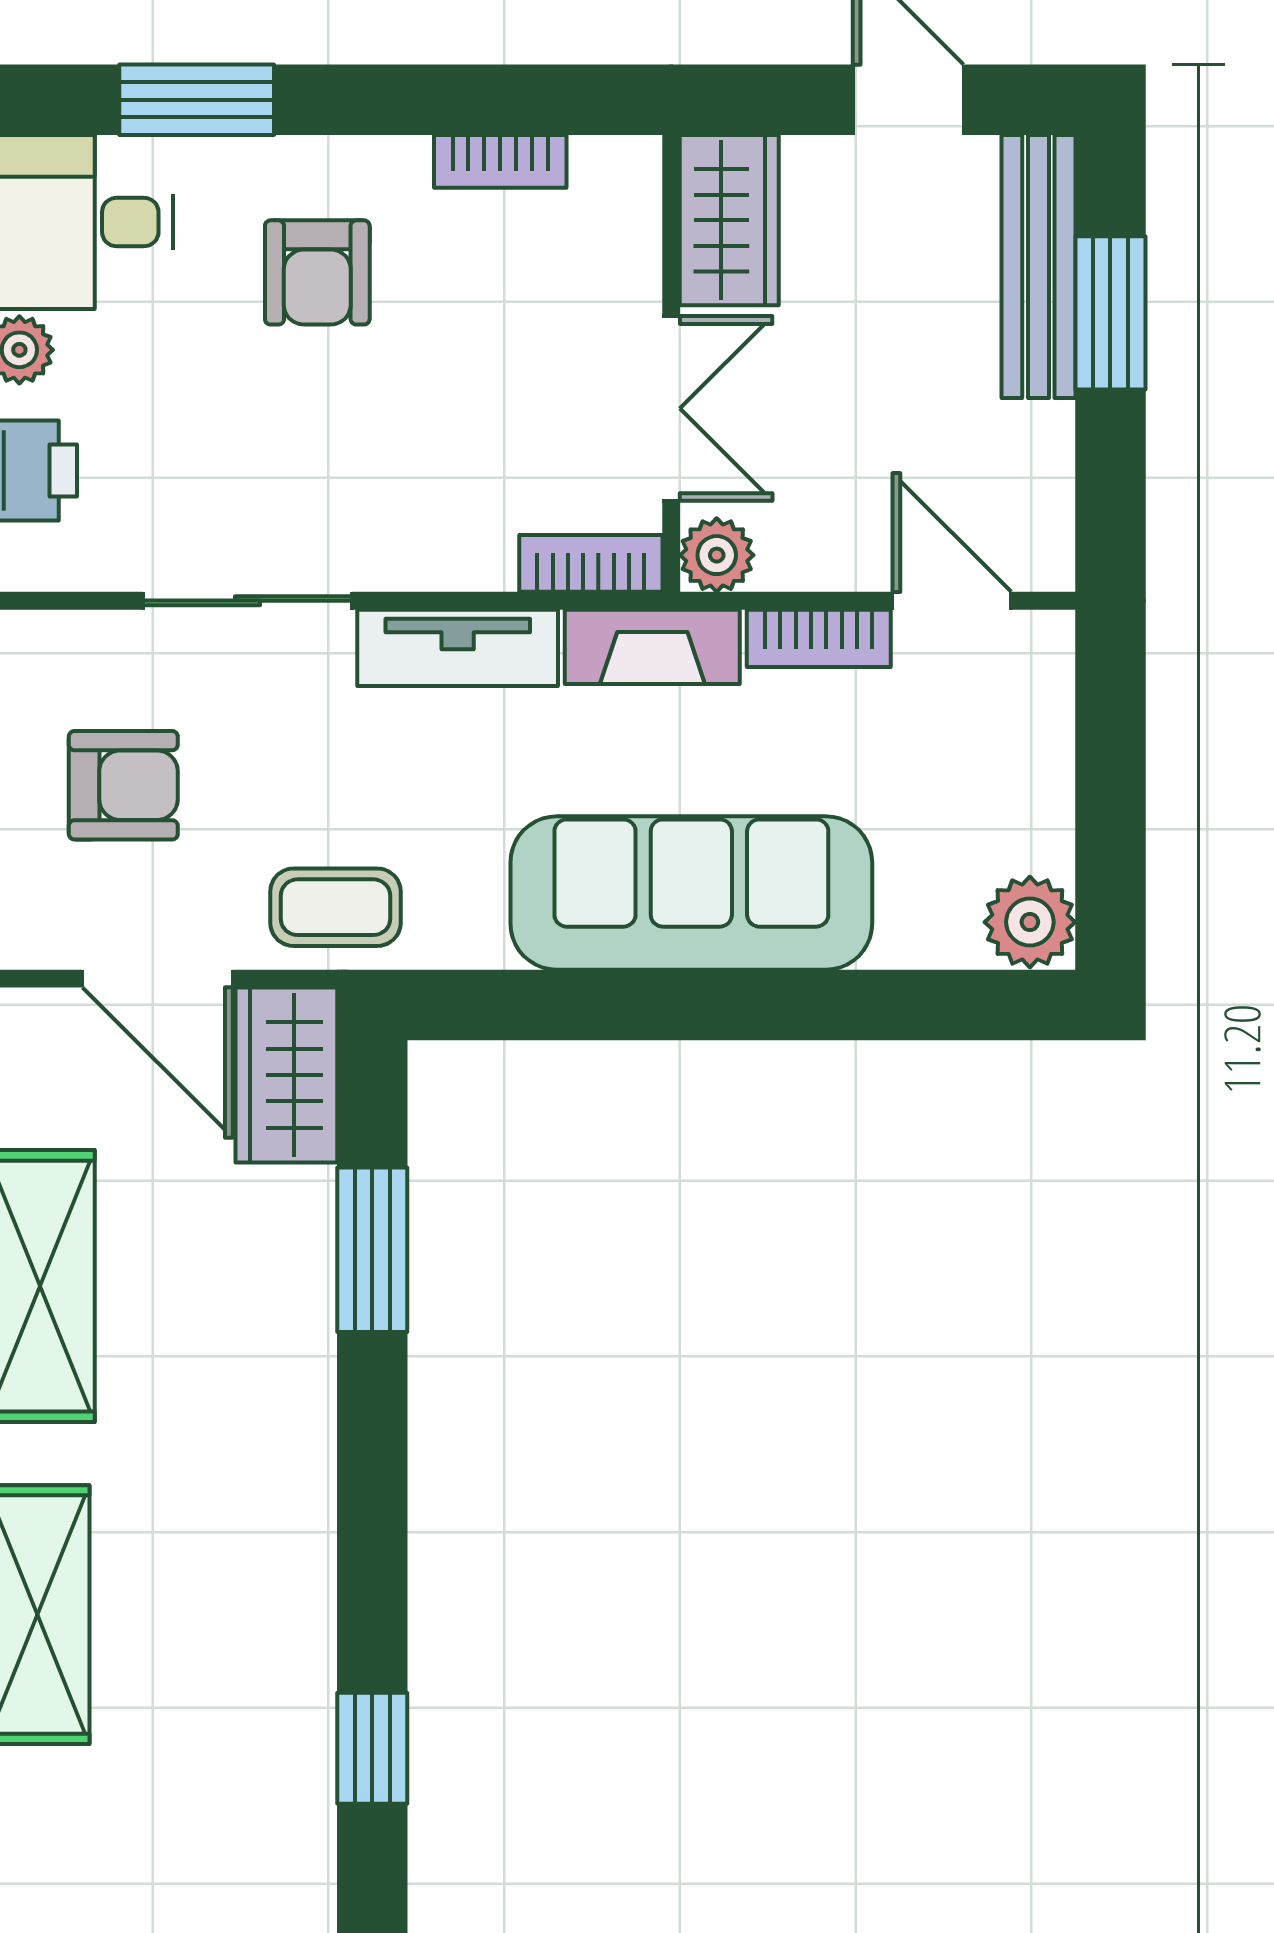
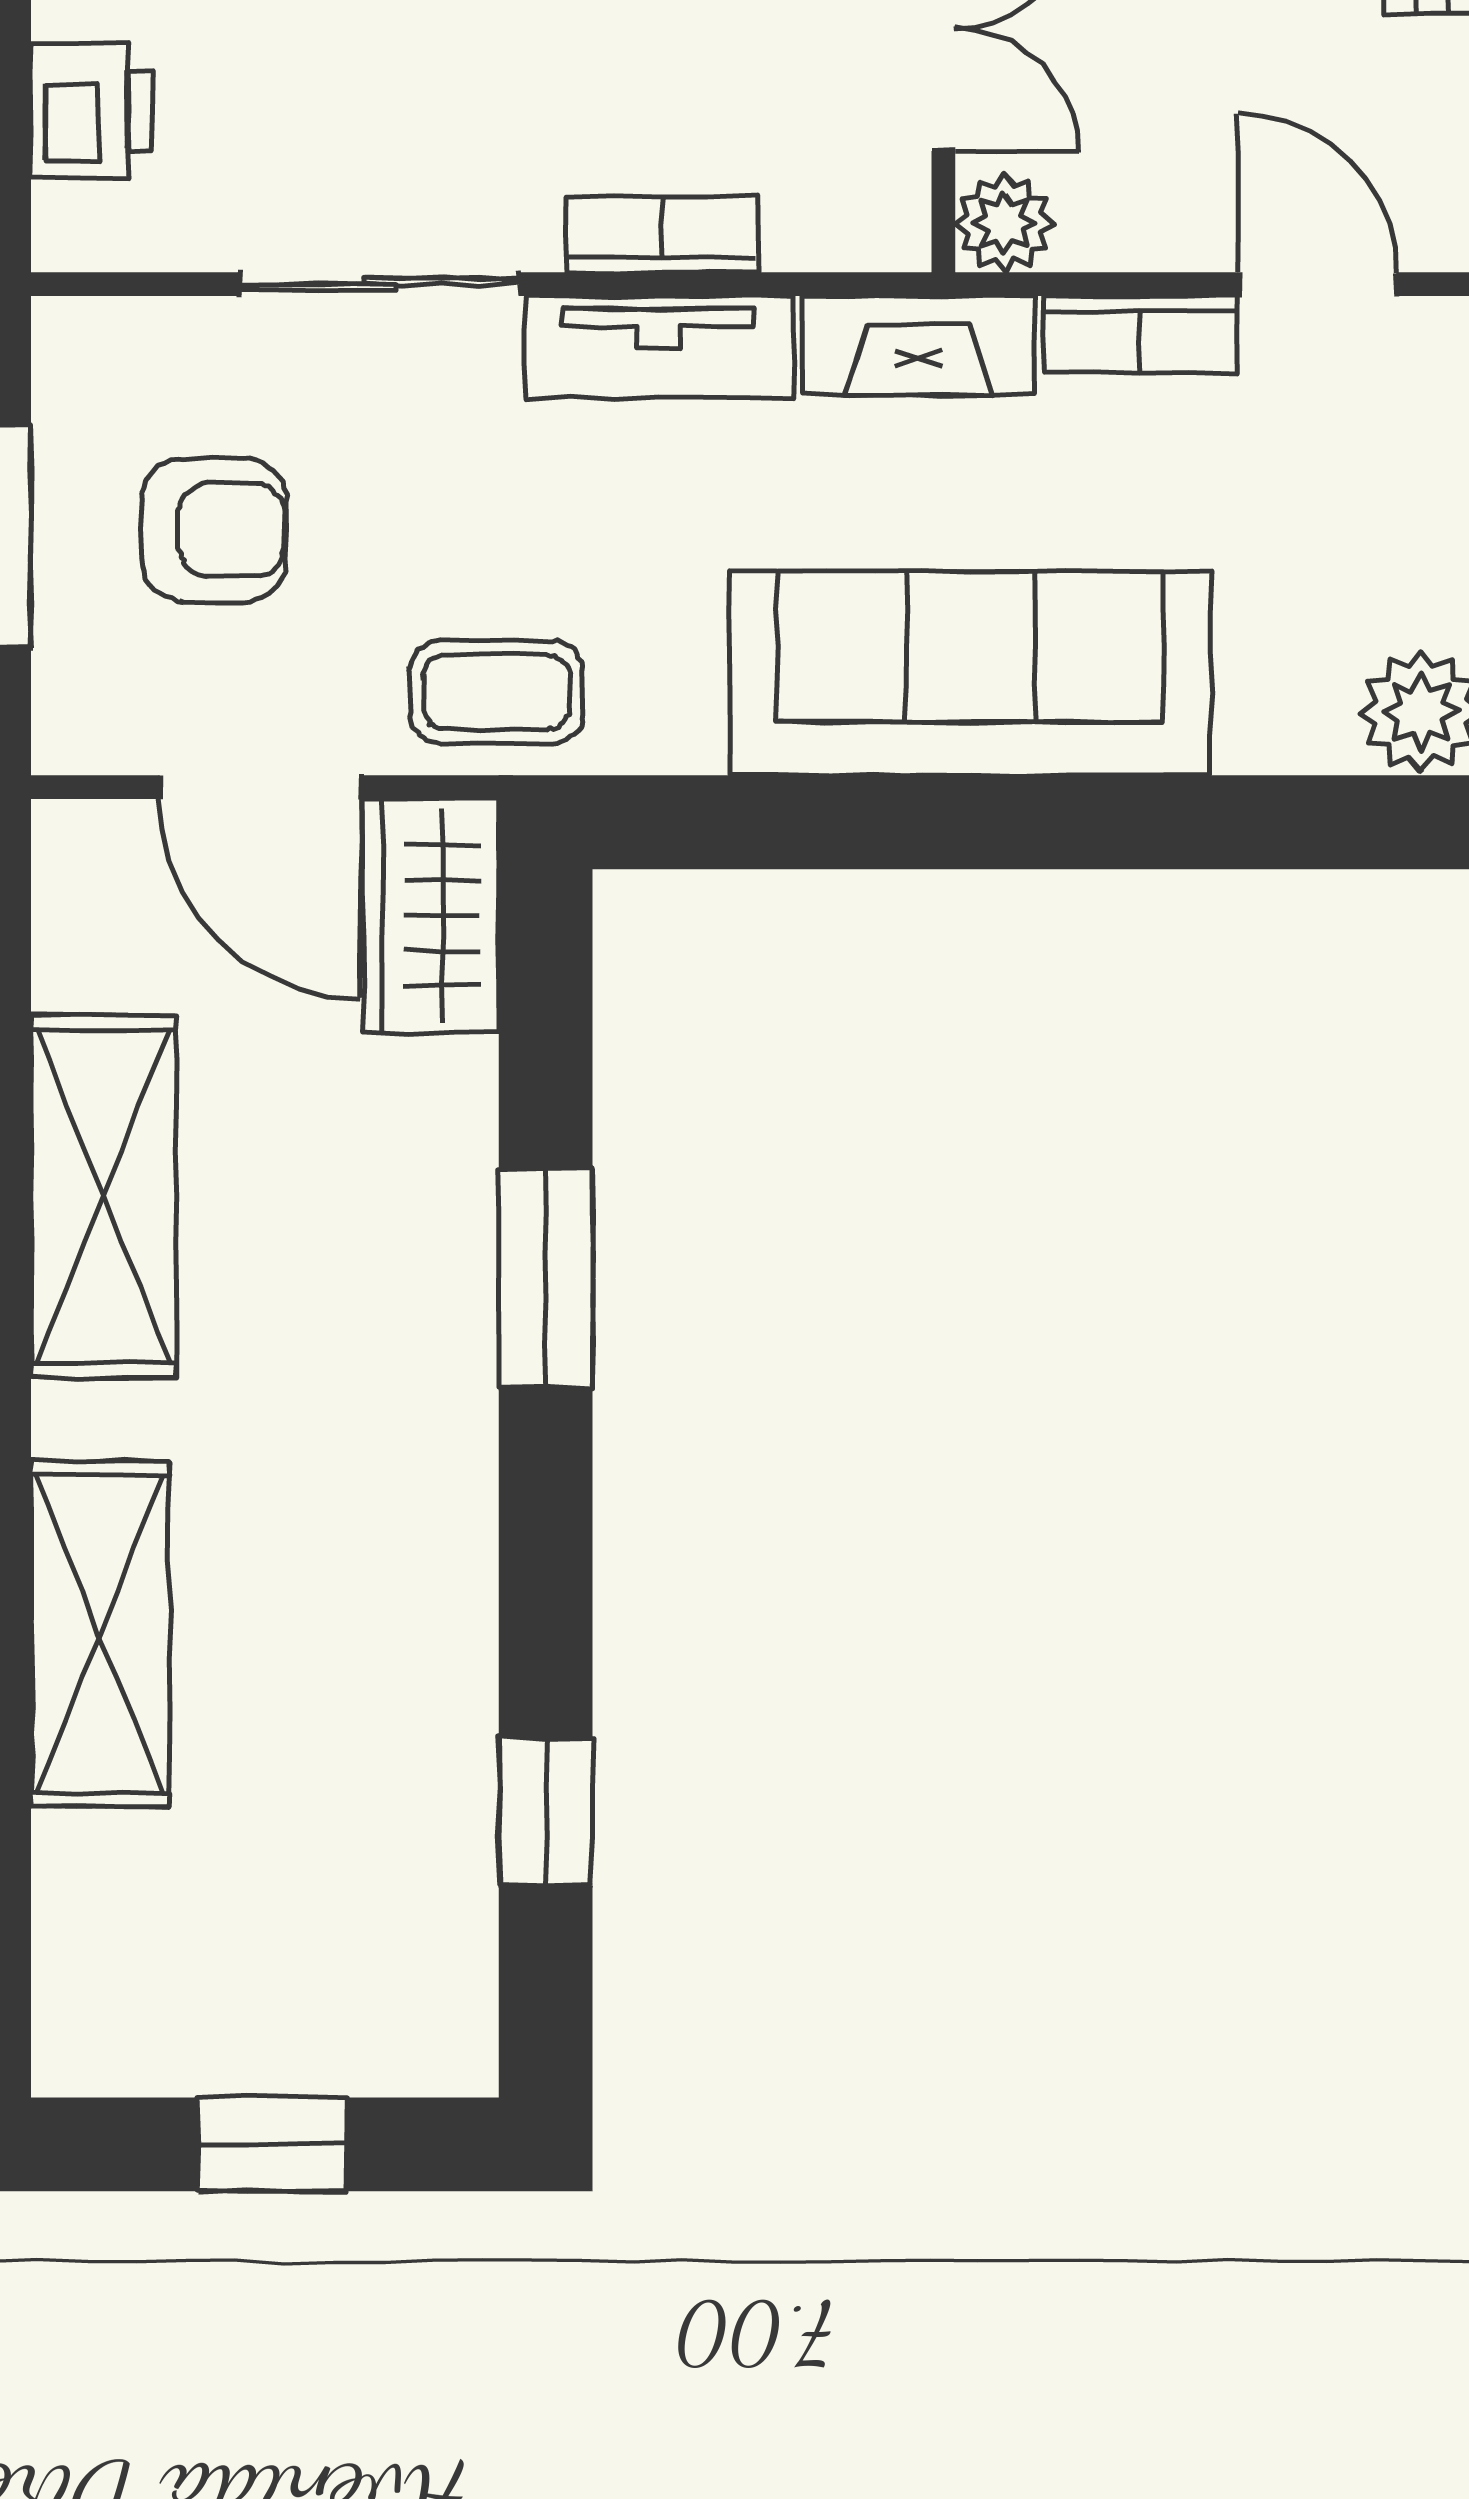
bookcase: (591, 563) -> (662, 234), moved
window: (372, 1250) -> (546, 1278), moved

